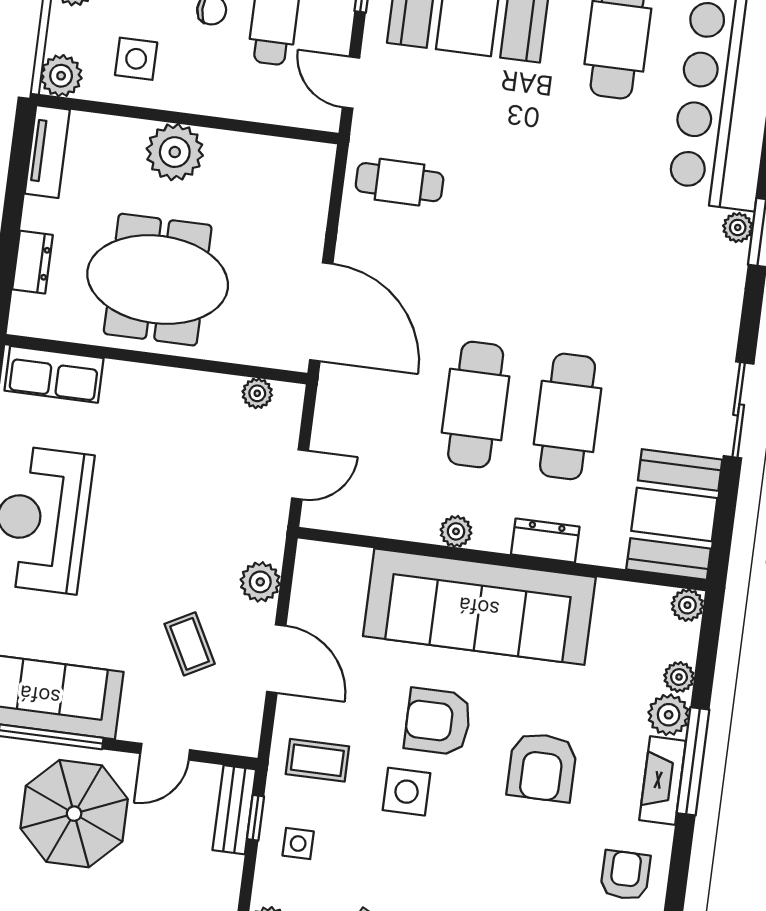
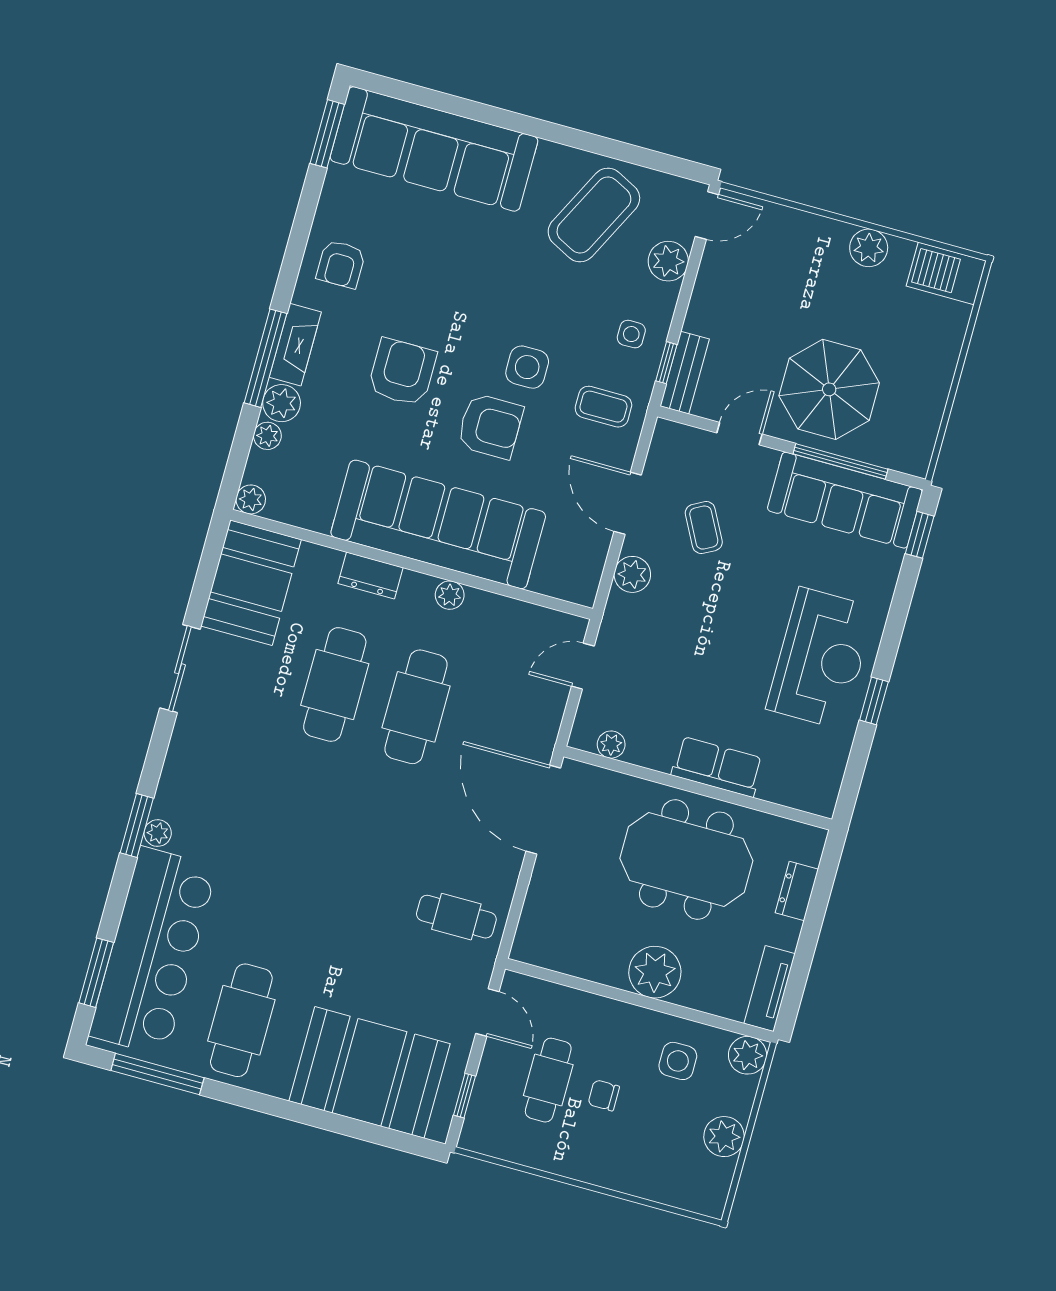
row of seats: (54, 374) -> (717, 767), moved

